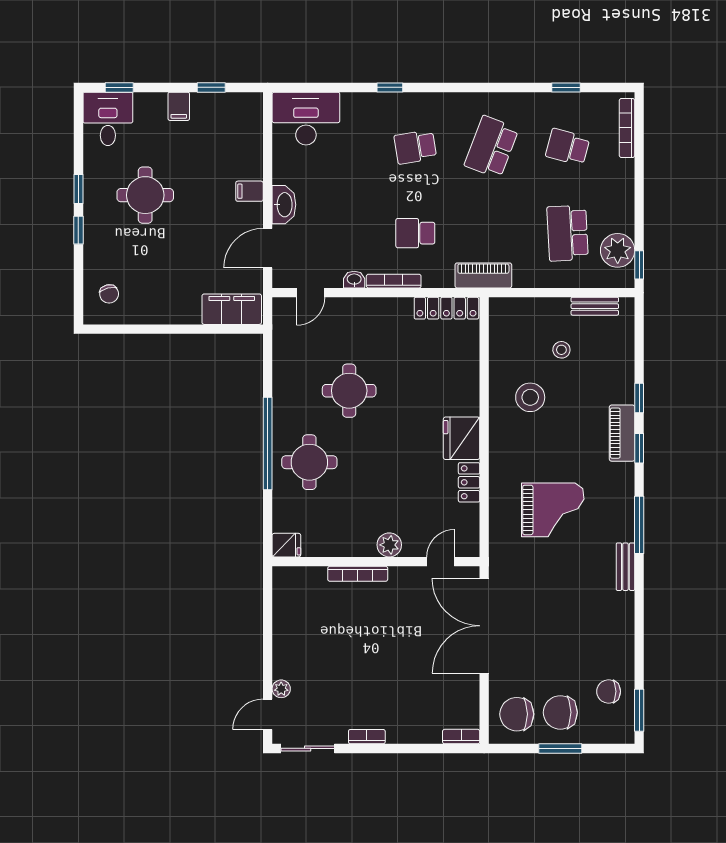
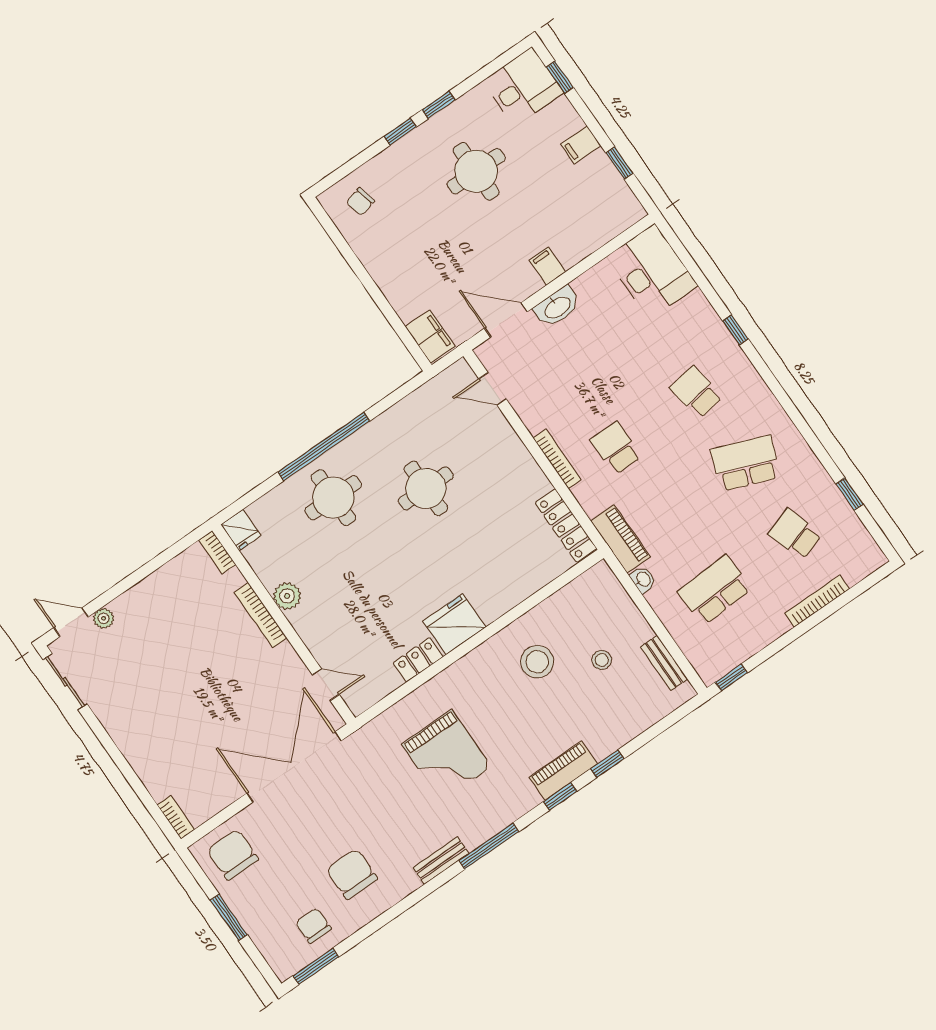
bookcase: (627, 128) -> (817, 601), moved
school desk: (568, 147) -> (795, 534), turned -33
plant: (618, 250) -> (731, 648), removed
washbasin: (354, 280) -> (643, 579), moved
filing cabinet: (232, 309) -> (430, 337), width x0.67, depth x0.86
plant: (389, 545) -> (287, 596), moved
chair: (560, 712) -> (352, 874), moved
bookcase: (367, 737) -> (217, 552), moved, turned 180

